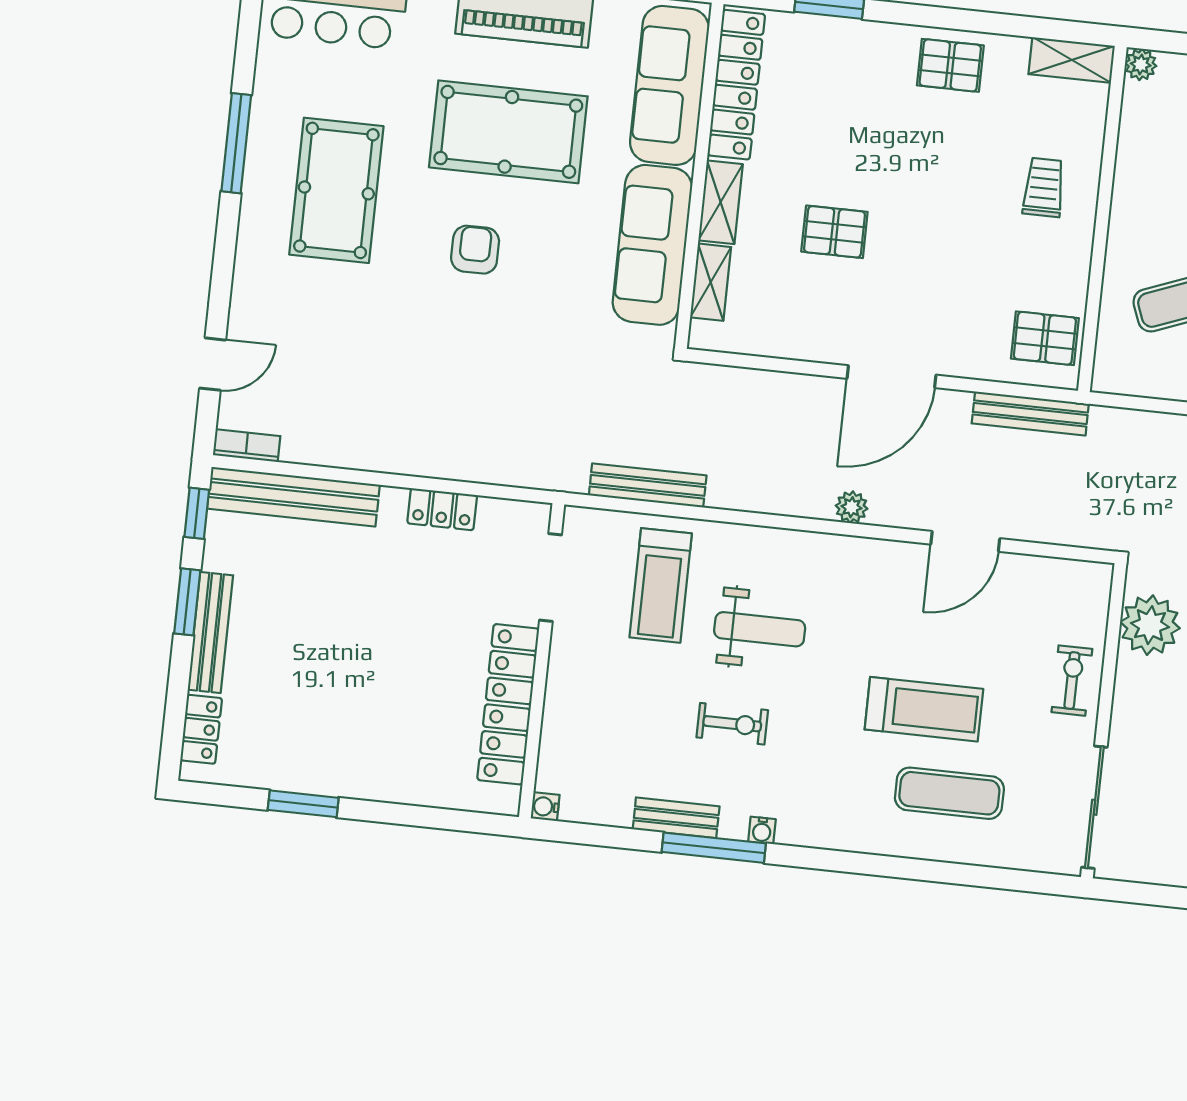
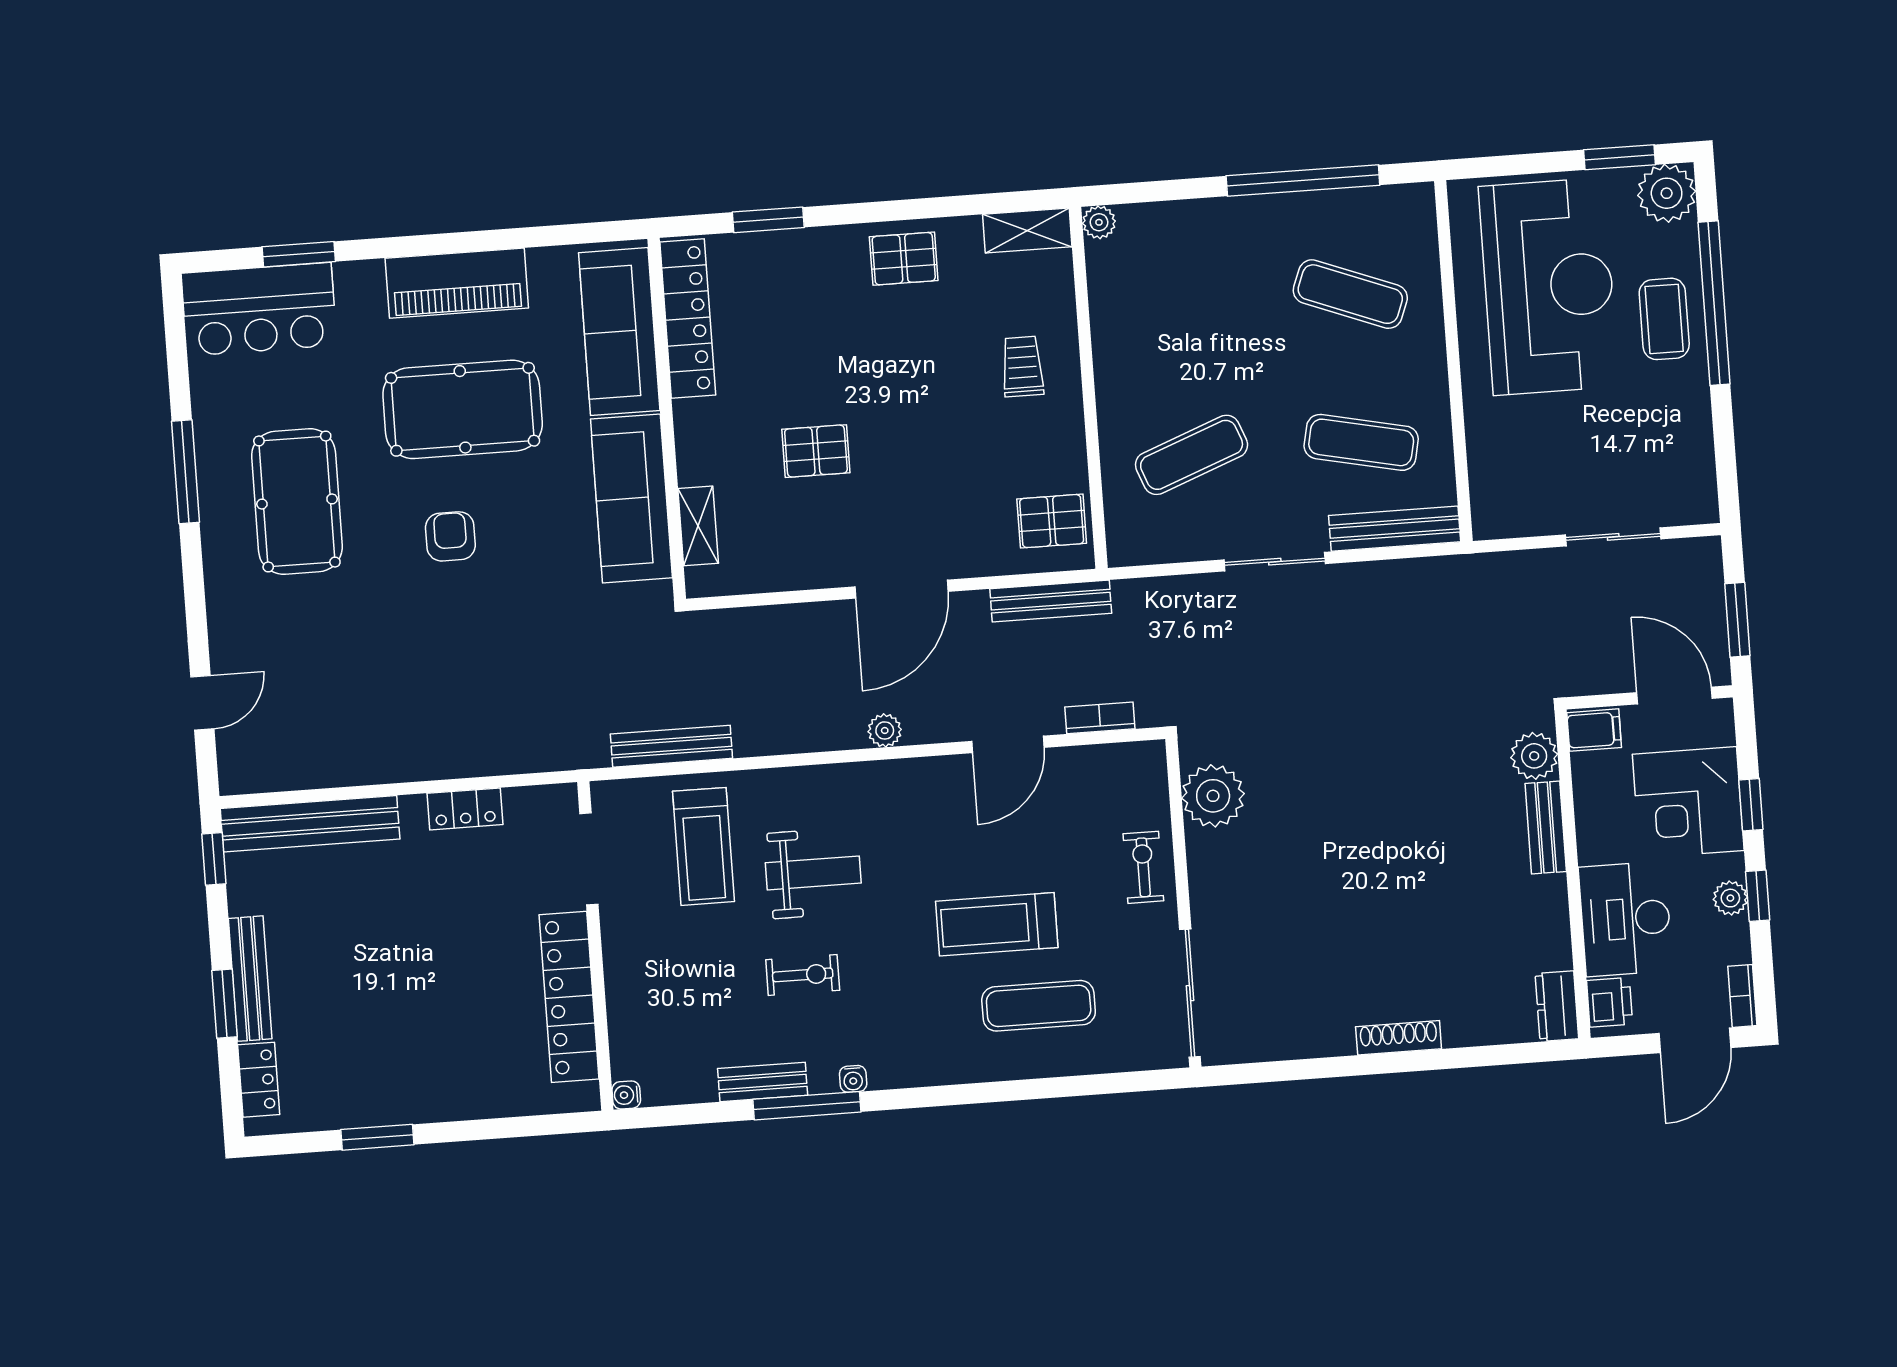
shelving: (721, 202) -> (693, 442), removed
bookcase: (247, 446) -> (1100, 718), moved
window: (187, 602) -> (224, 1004), moved
treadmill: (924, 709) -> (997, 924), turned 180

